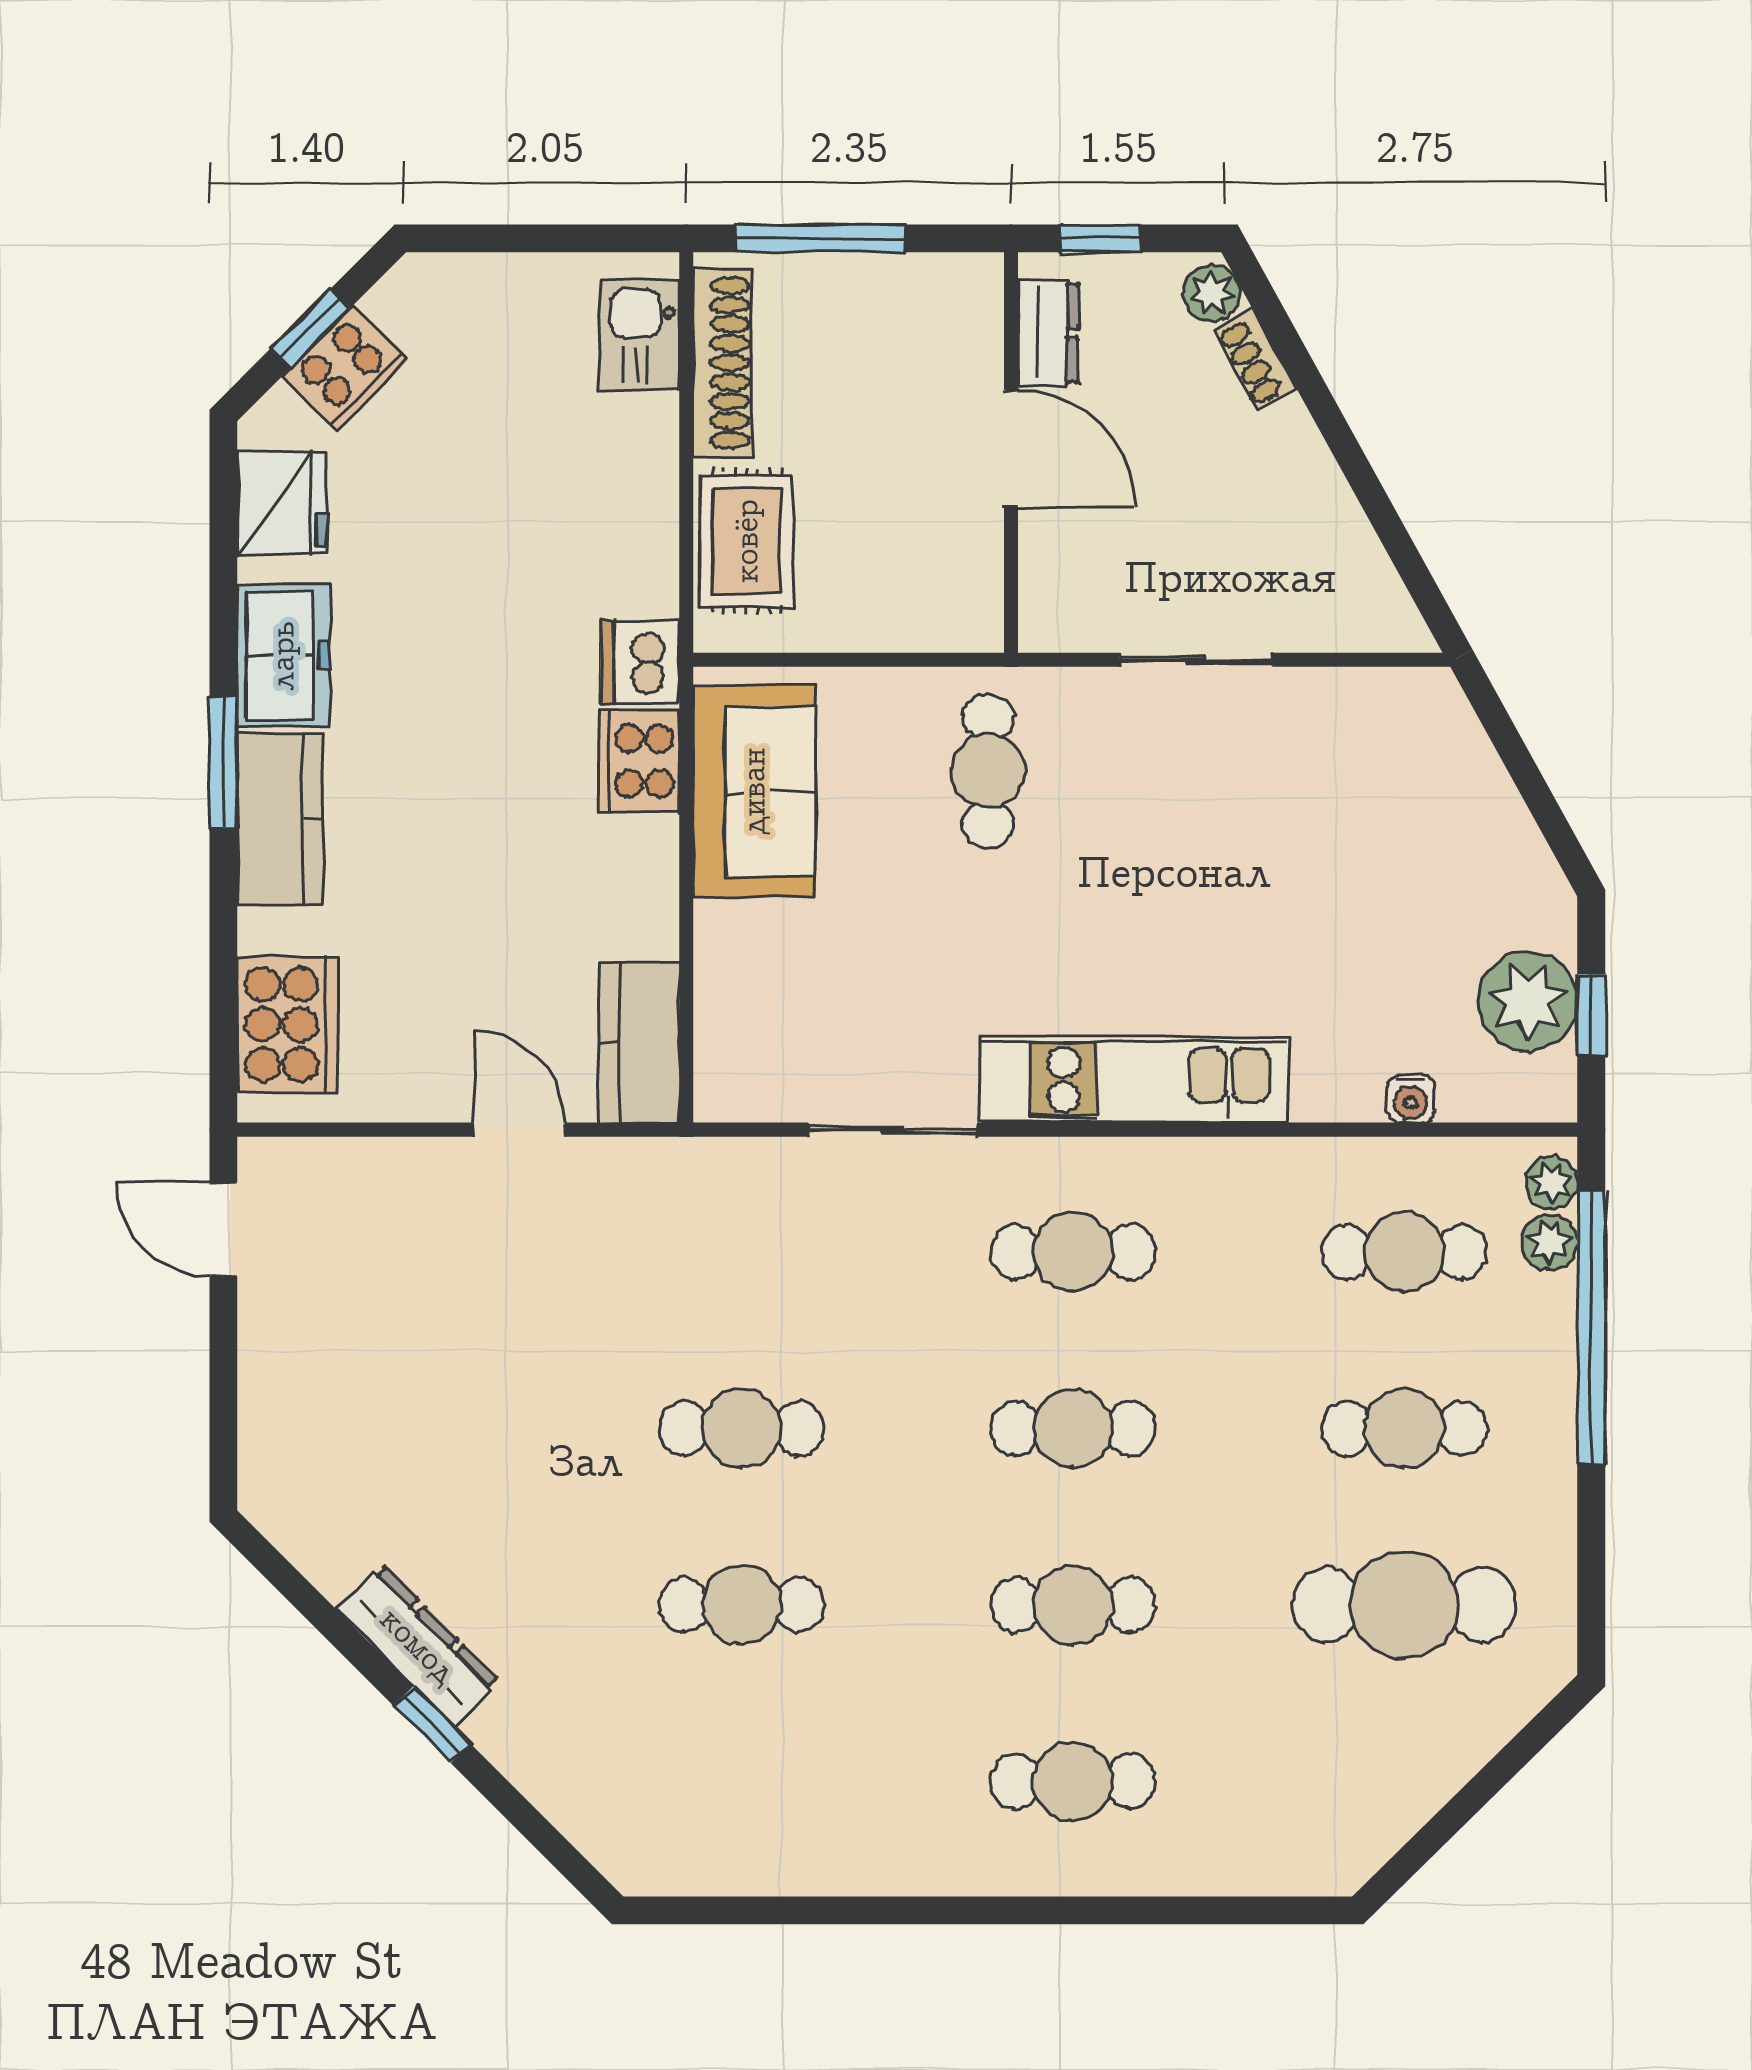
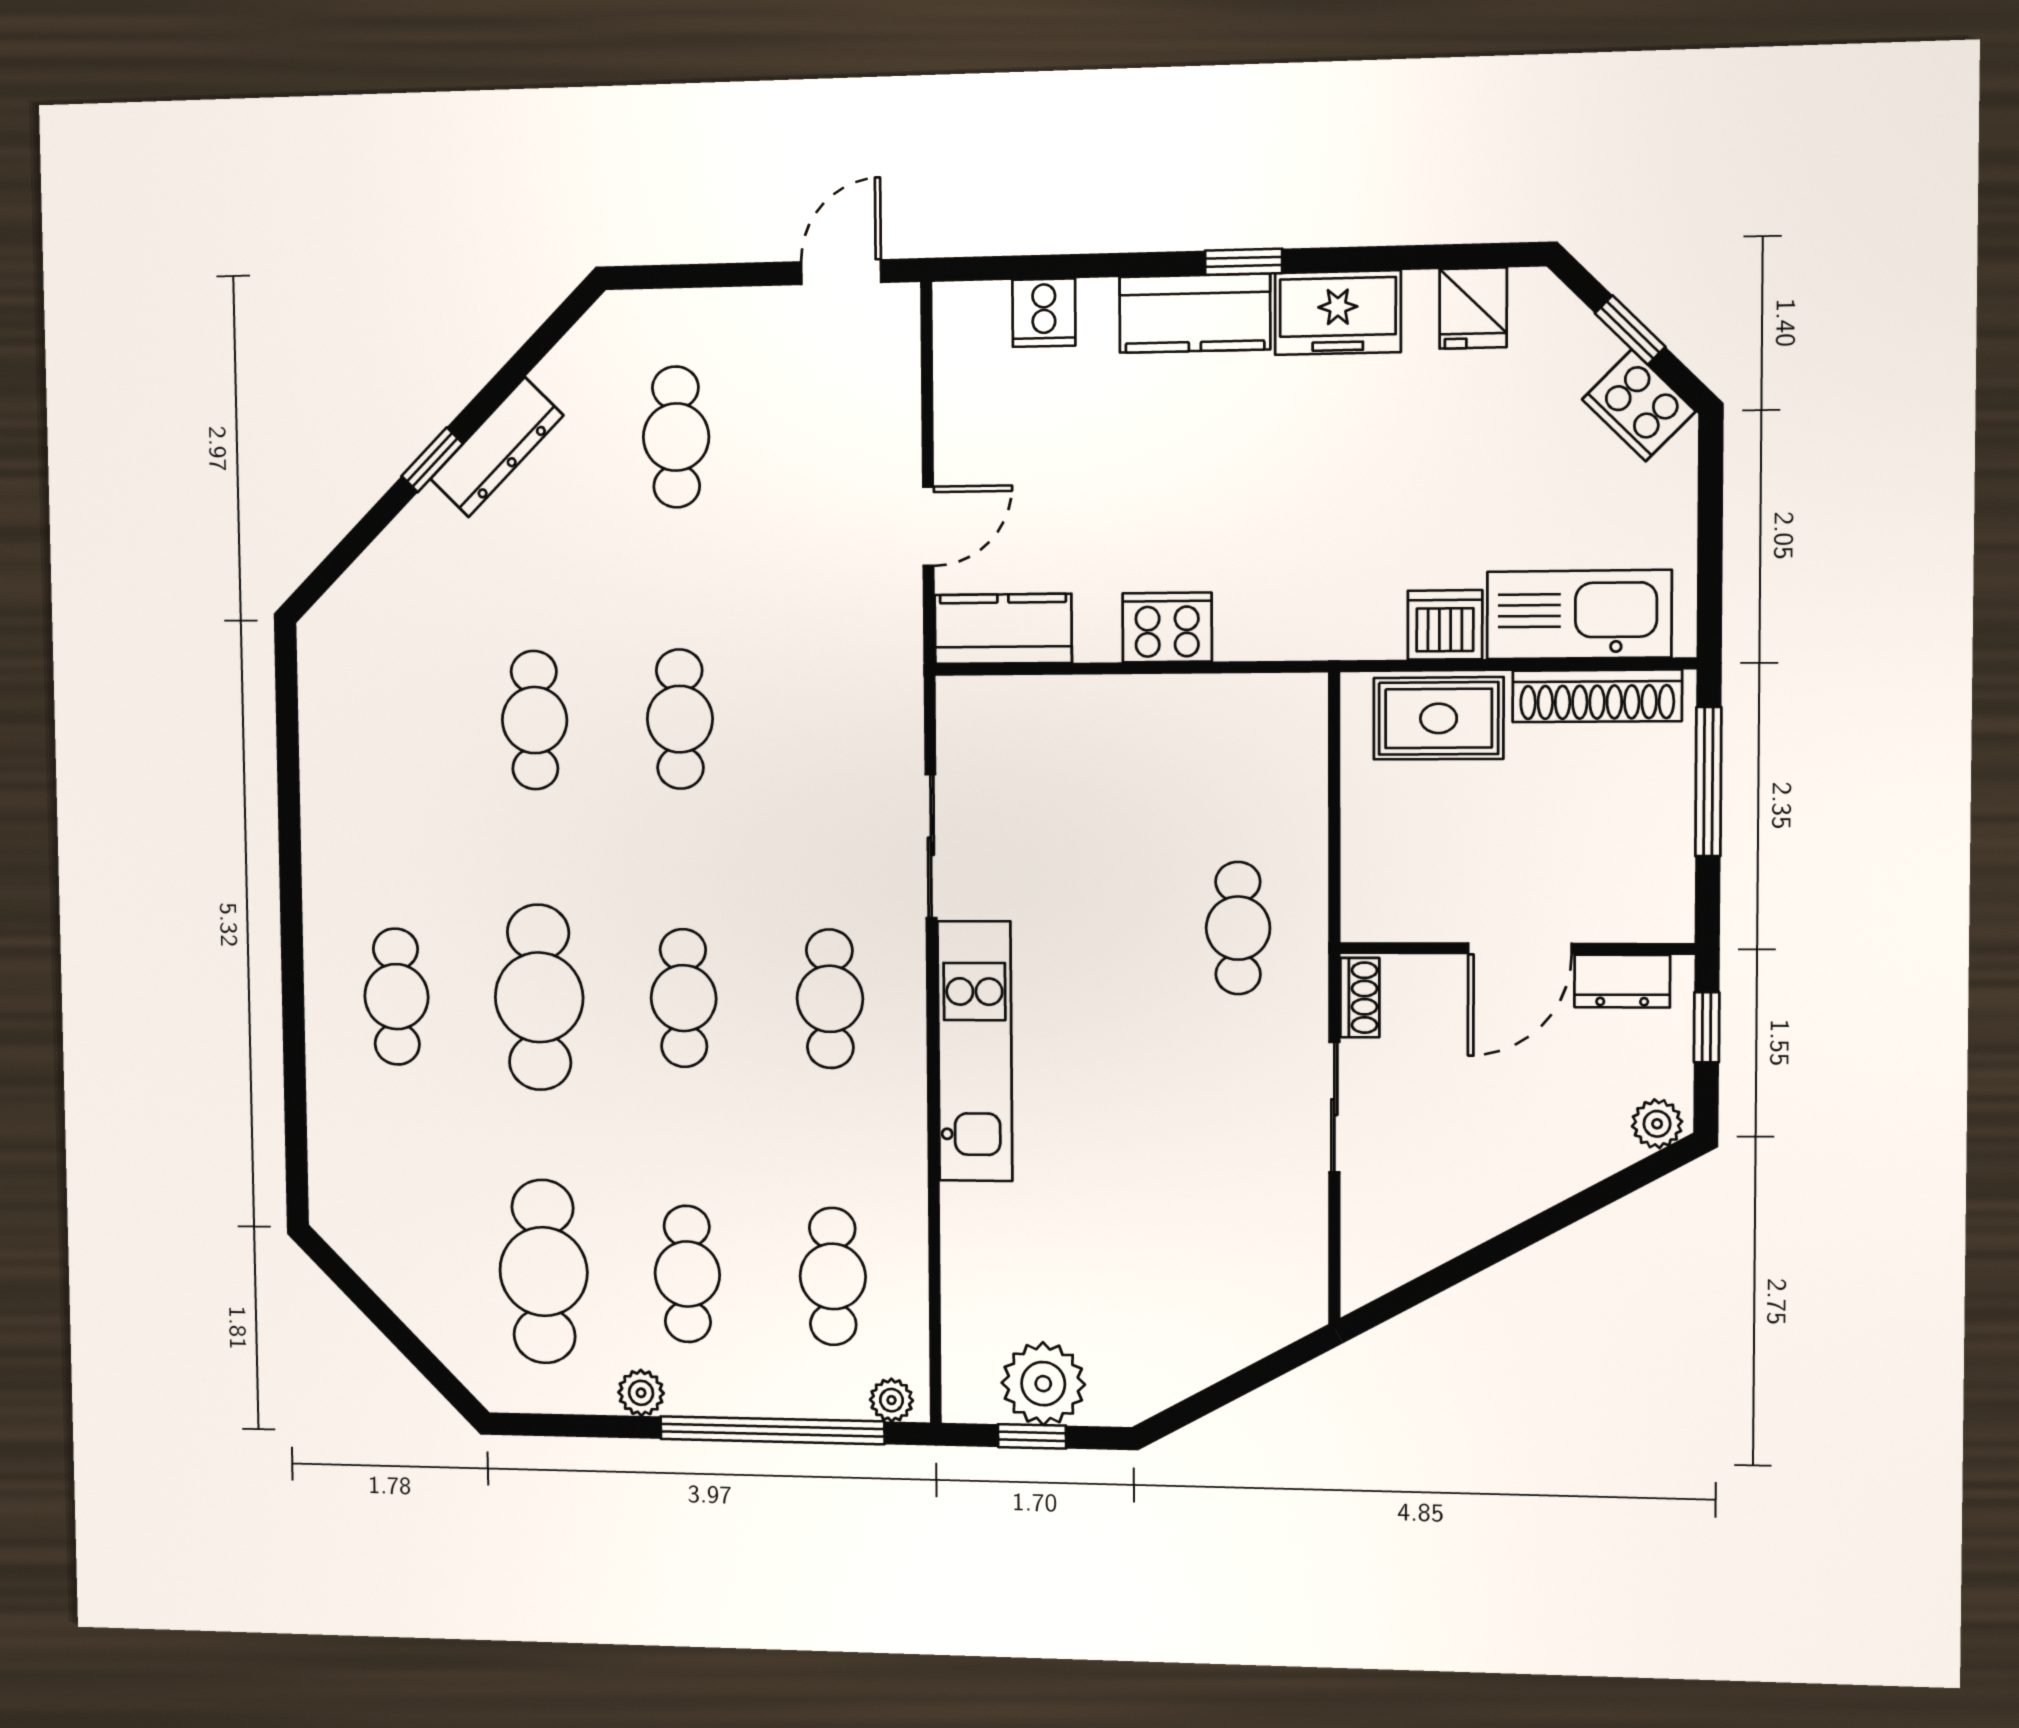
kitchen sink: (639, 335) -> (1579, 615), width x1.87, depth x1.24
shoe rack: (1255, 360) -> (1360, 998), moved, turned 119
cooker: (345, 368) -> (1639, 405), moved
fridge: (282, 503) -> (1473, 308), width x0.72
dishwasher: (640, 662) -> (1445, 625), moved
cooker: (640, 761) -> (1167, 627), moved
window: (223, 763) -> (1244, 262), width x0.67
cafe table: (988, 771) -> (1238, 928), turned 90
sofa: (754, 791) -> (1220, 727), removed
cooker: (288, 1024) -> (1044, 313), width x0.53, depth x0.76
water cooler: (1411, 1099) -> (961, 1284), removed
plant: (1549, 1242) -> (641, 1393), moved
cafe table: (410, 1428) -> (676, 437), added
cafe table: (1073, 1605) -> (539, 997), width x1.37, depth x1.35

